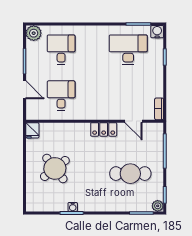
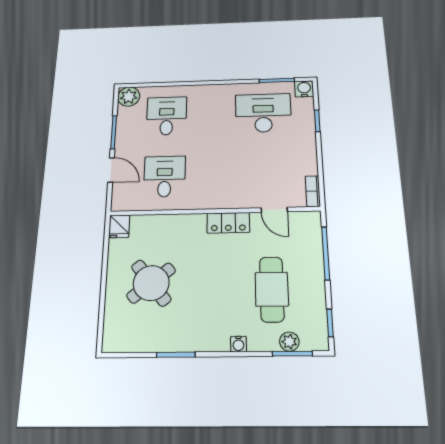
cafe table: (130, 174) -> (272, 289), turned 90
plant: (158, 206) -> (289, 342), moved
water cooler: (73, 207) -> (238, 344), moved

